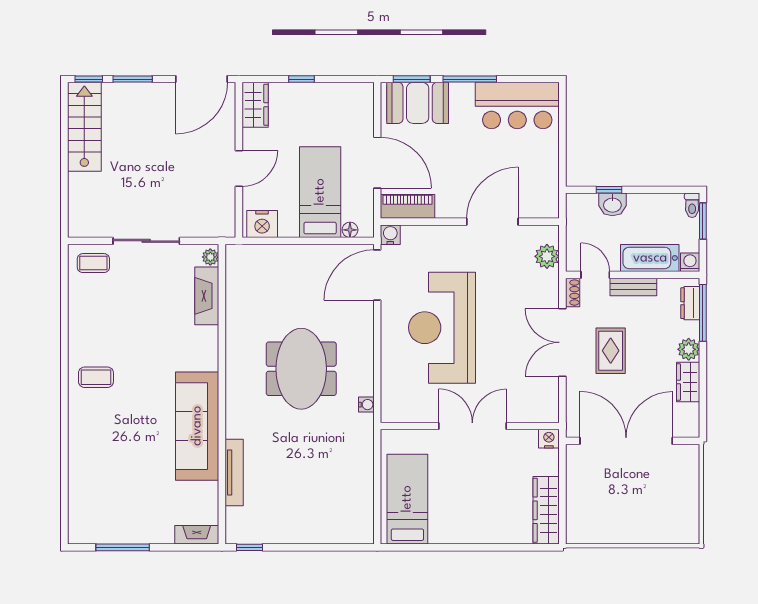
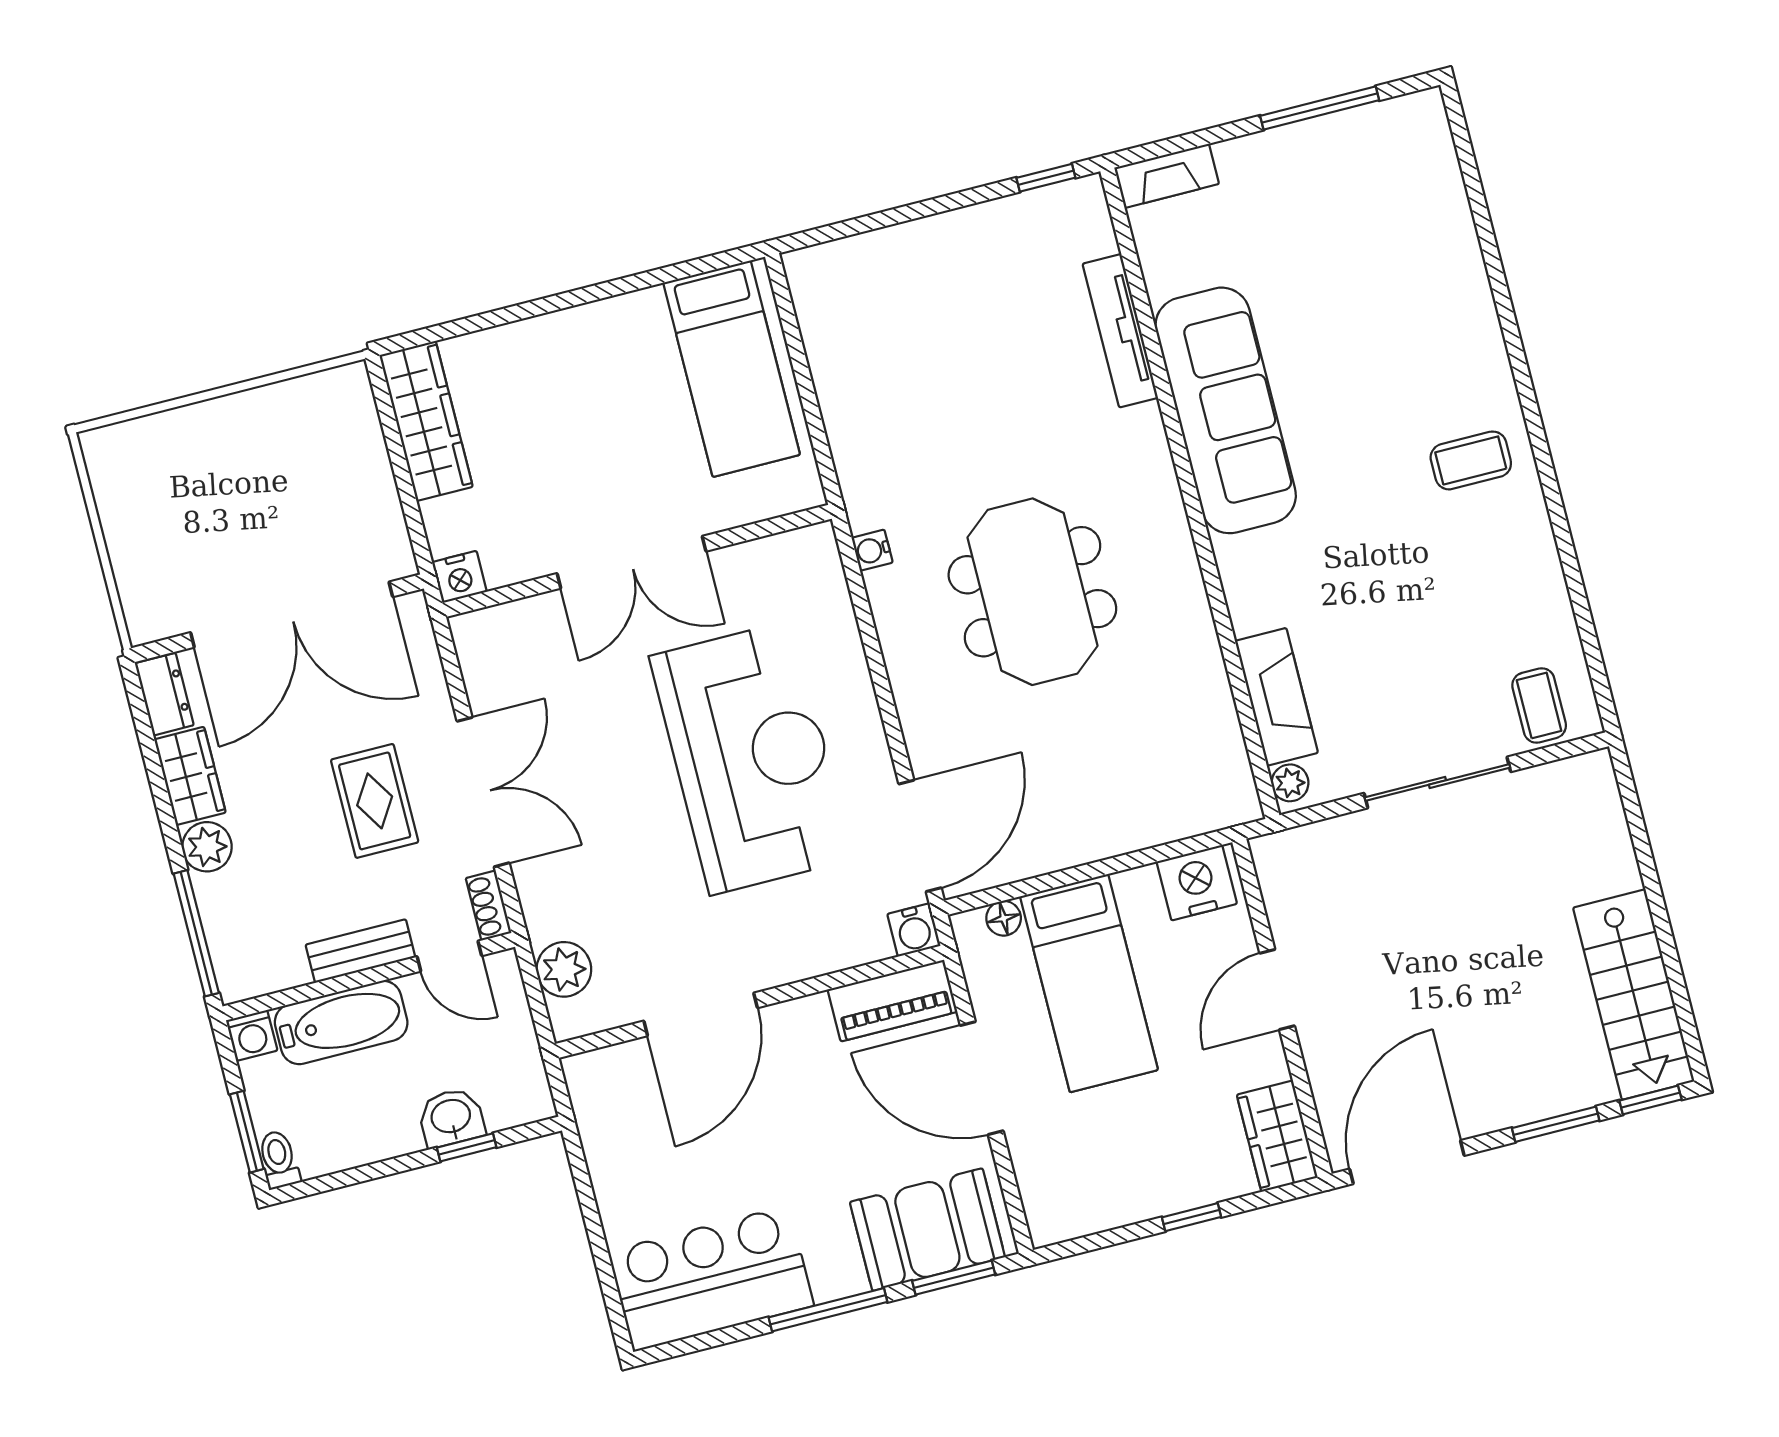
coffee table: (93, 263) -> (1539, 705), turned 90
dresser: (690, 303) -> (164, 694), moved

